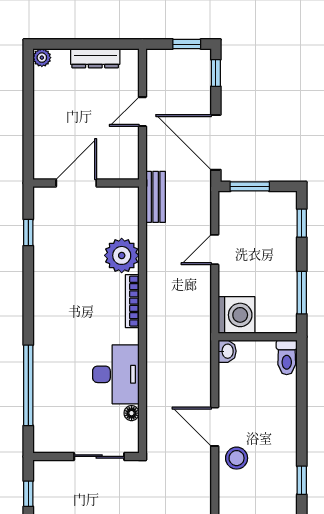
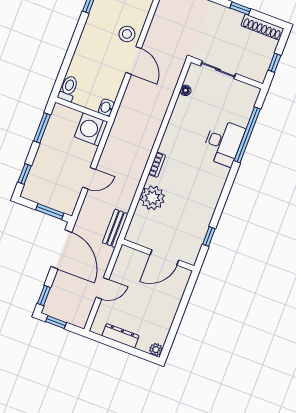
bookcase: (132, 301) -> (157, 165), width x0.64
desk: (116, 374) -> (223, 143), moved, turned 180

